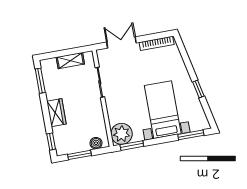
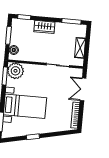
double door: (121, 42) -> (83, 89), swing flipped

